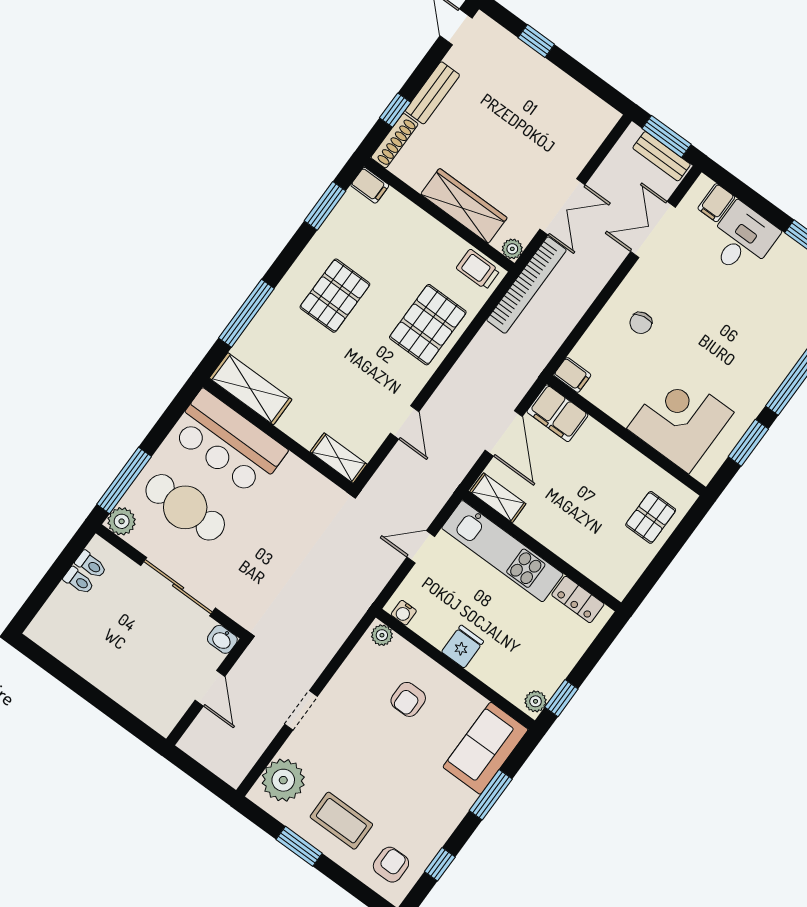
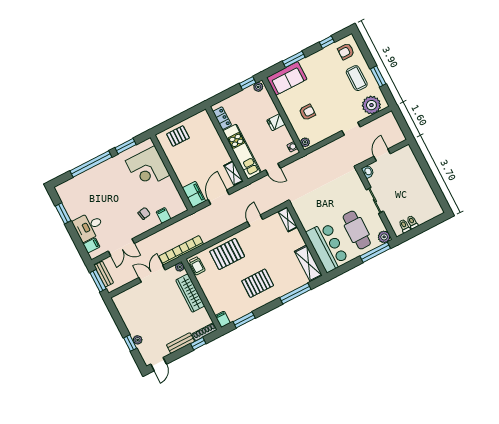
plant: (524, 55) -> (138, 340), added
filing cabinet: (572, 375) -> (163, 215), moved
sliding door: (178, 587) -> (375, 201), width x0.73

